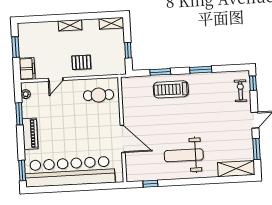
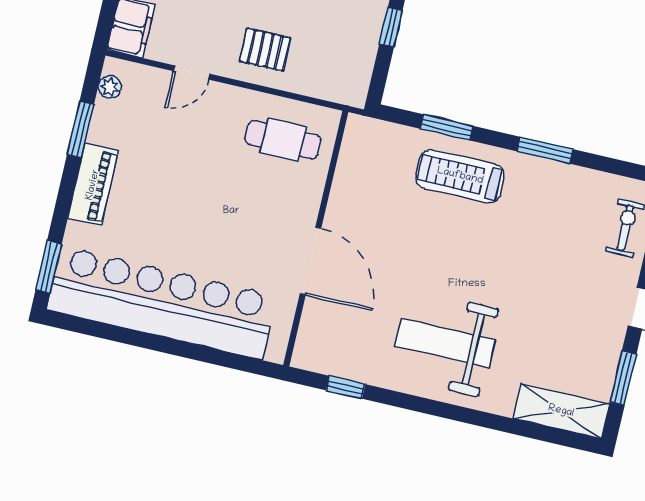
window: (128, 50) -> (391, 27), moved

